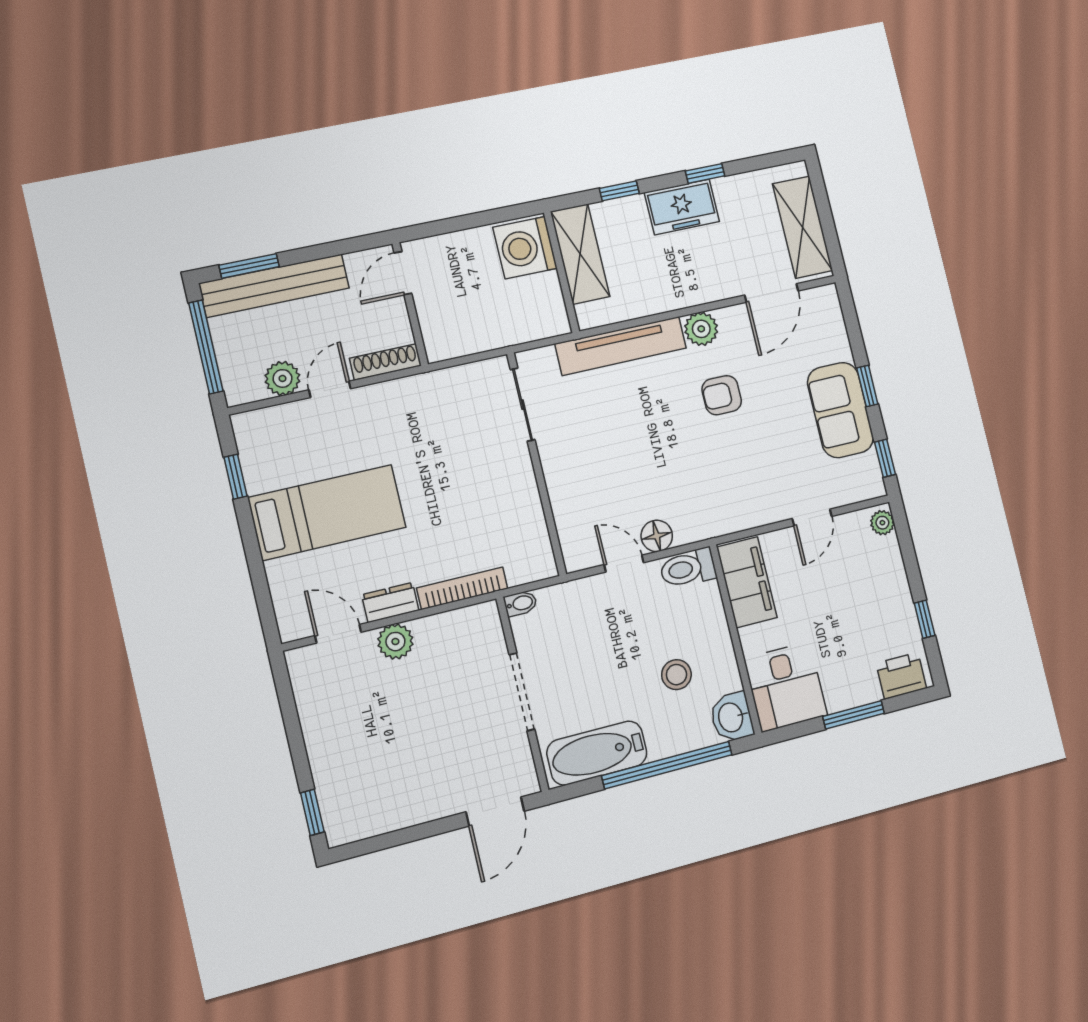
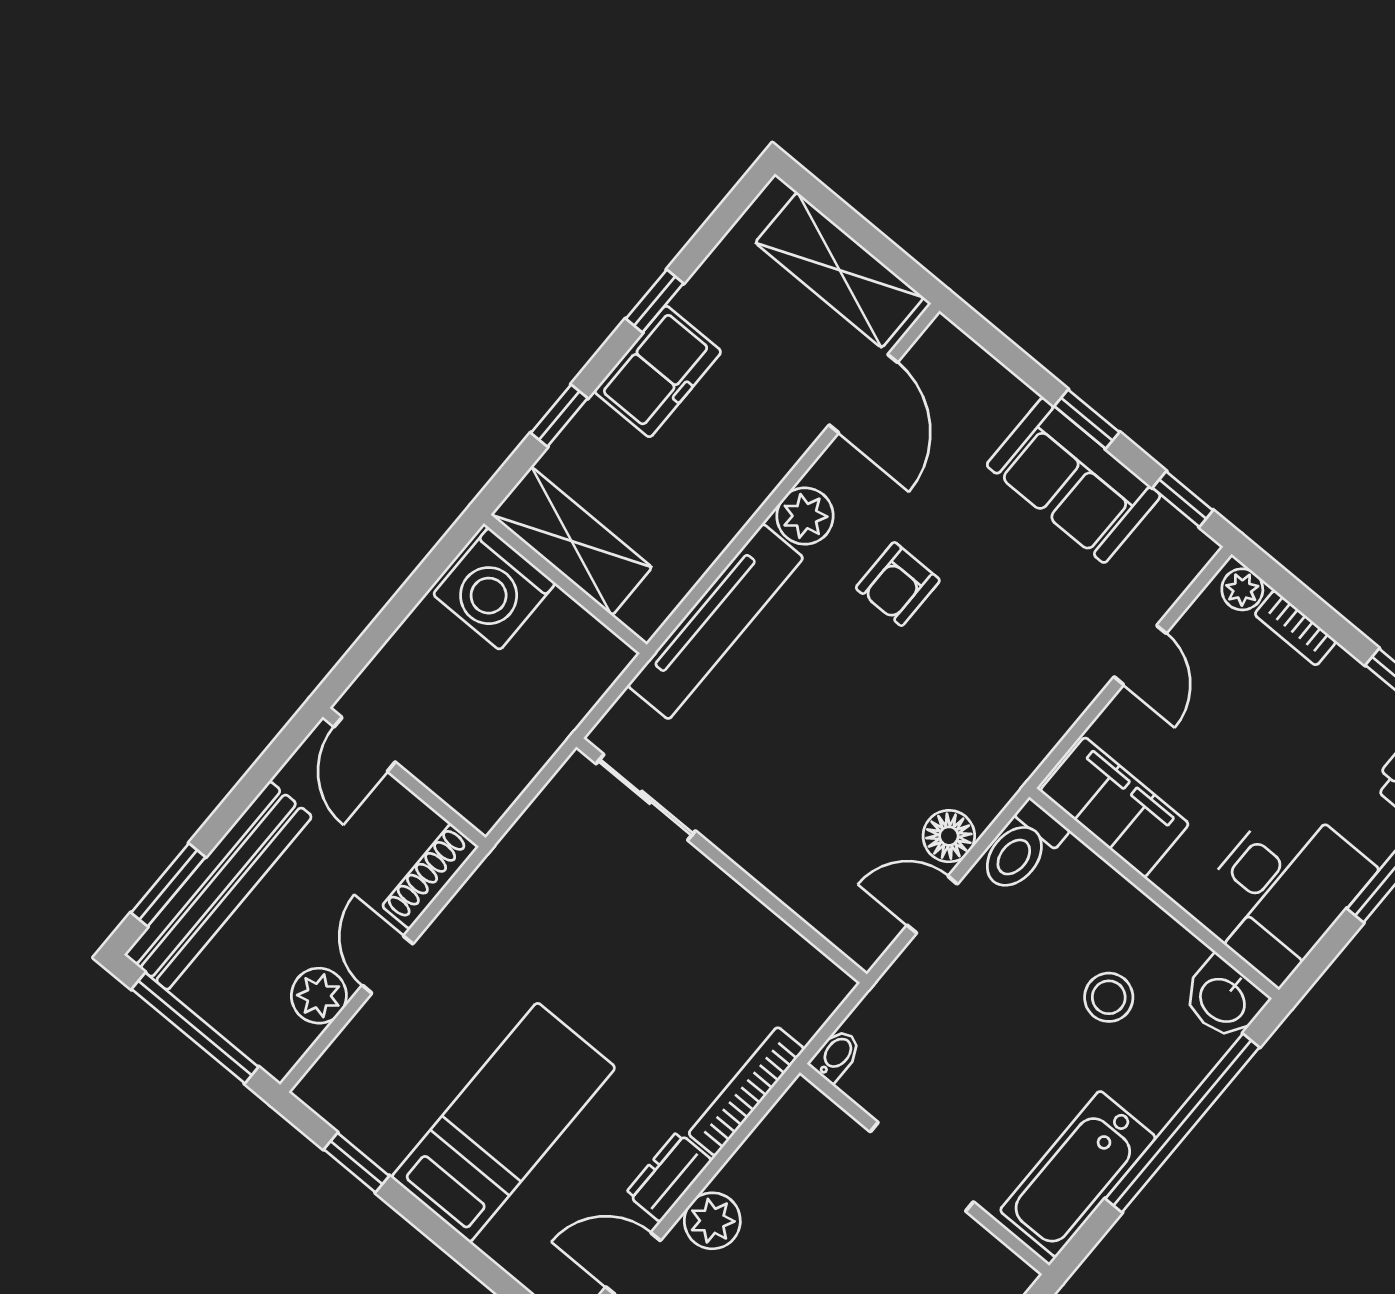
bookcase: (894, 560) -> (1295, 628), added
desk: (786, 687) -> (1282, 890), width x1.37

